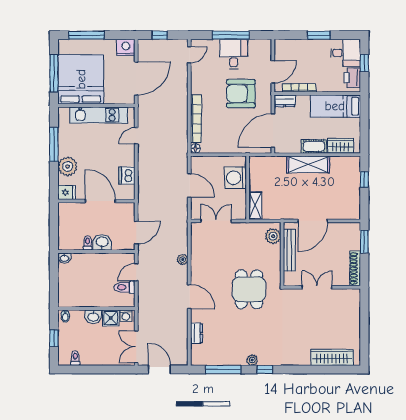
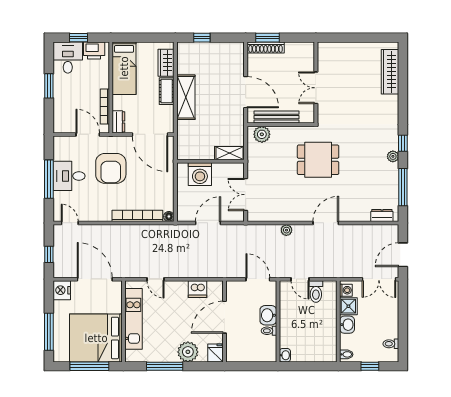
shoe rack: (355, 268) -> (266, 47), moved
dresser: (196, 333) -> (382, 215), moved

